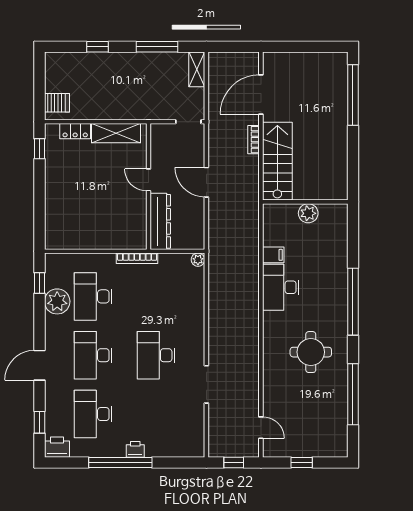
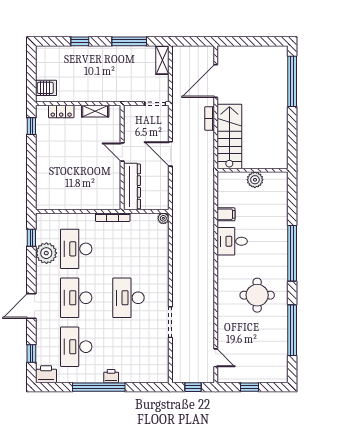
shelving: (116, 133) -> (95, 111), width x0.67, depth x0.75
desk: (281, 287) -> (232, 241), width x0.73

